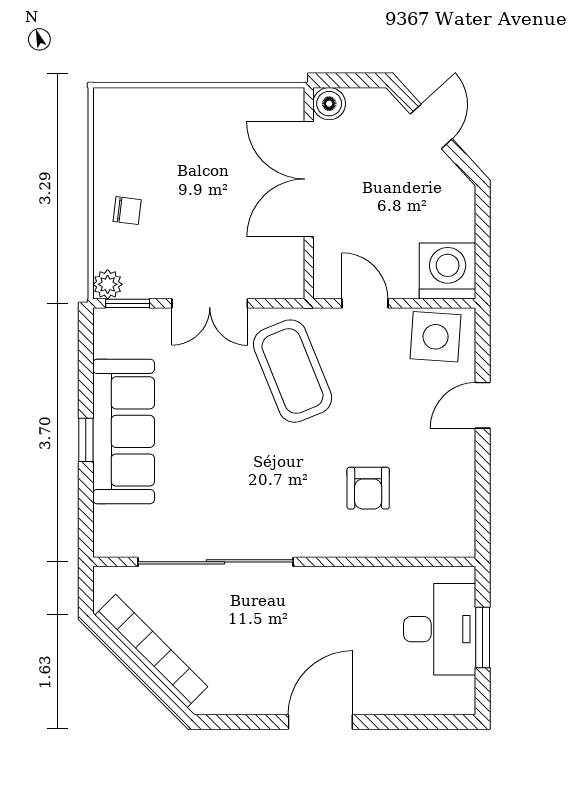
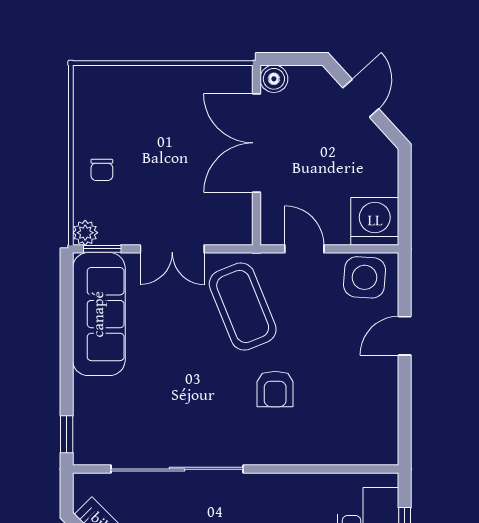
chair: (127, 211) -> (102, 170), turned 83
sofa: (124, 431) -> (99, 314), moved
window: (86, 440) -> (67, 434), moved
armchair: (368, 488) -> (275, 389), moved

